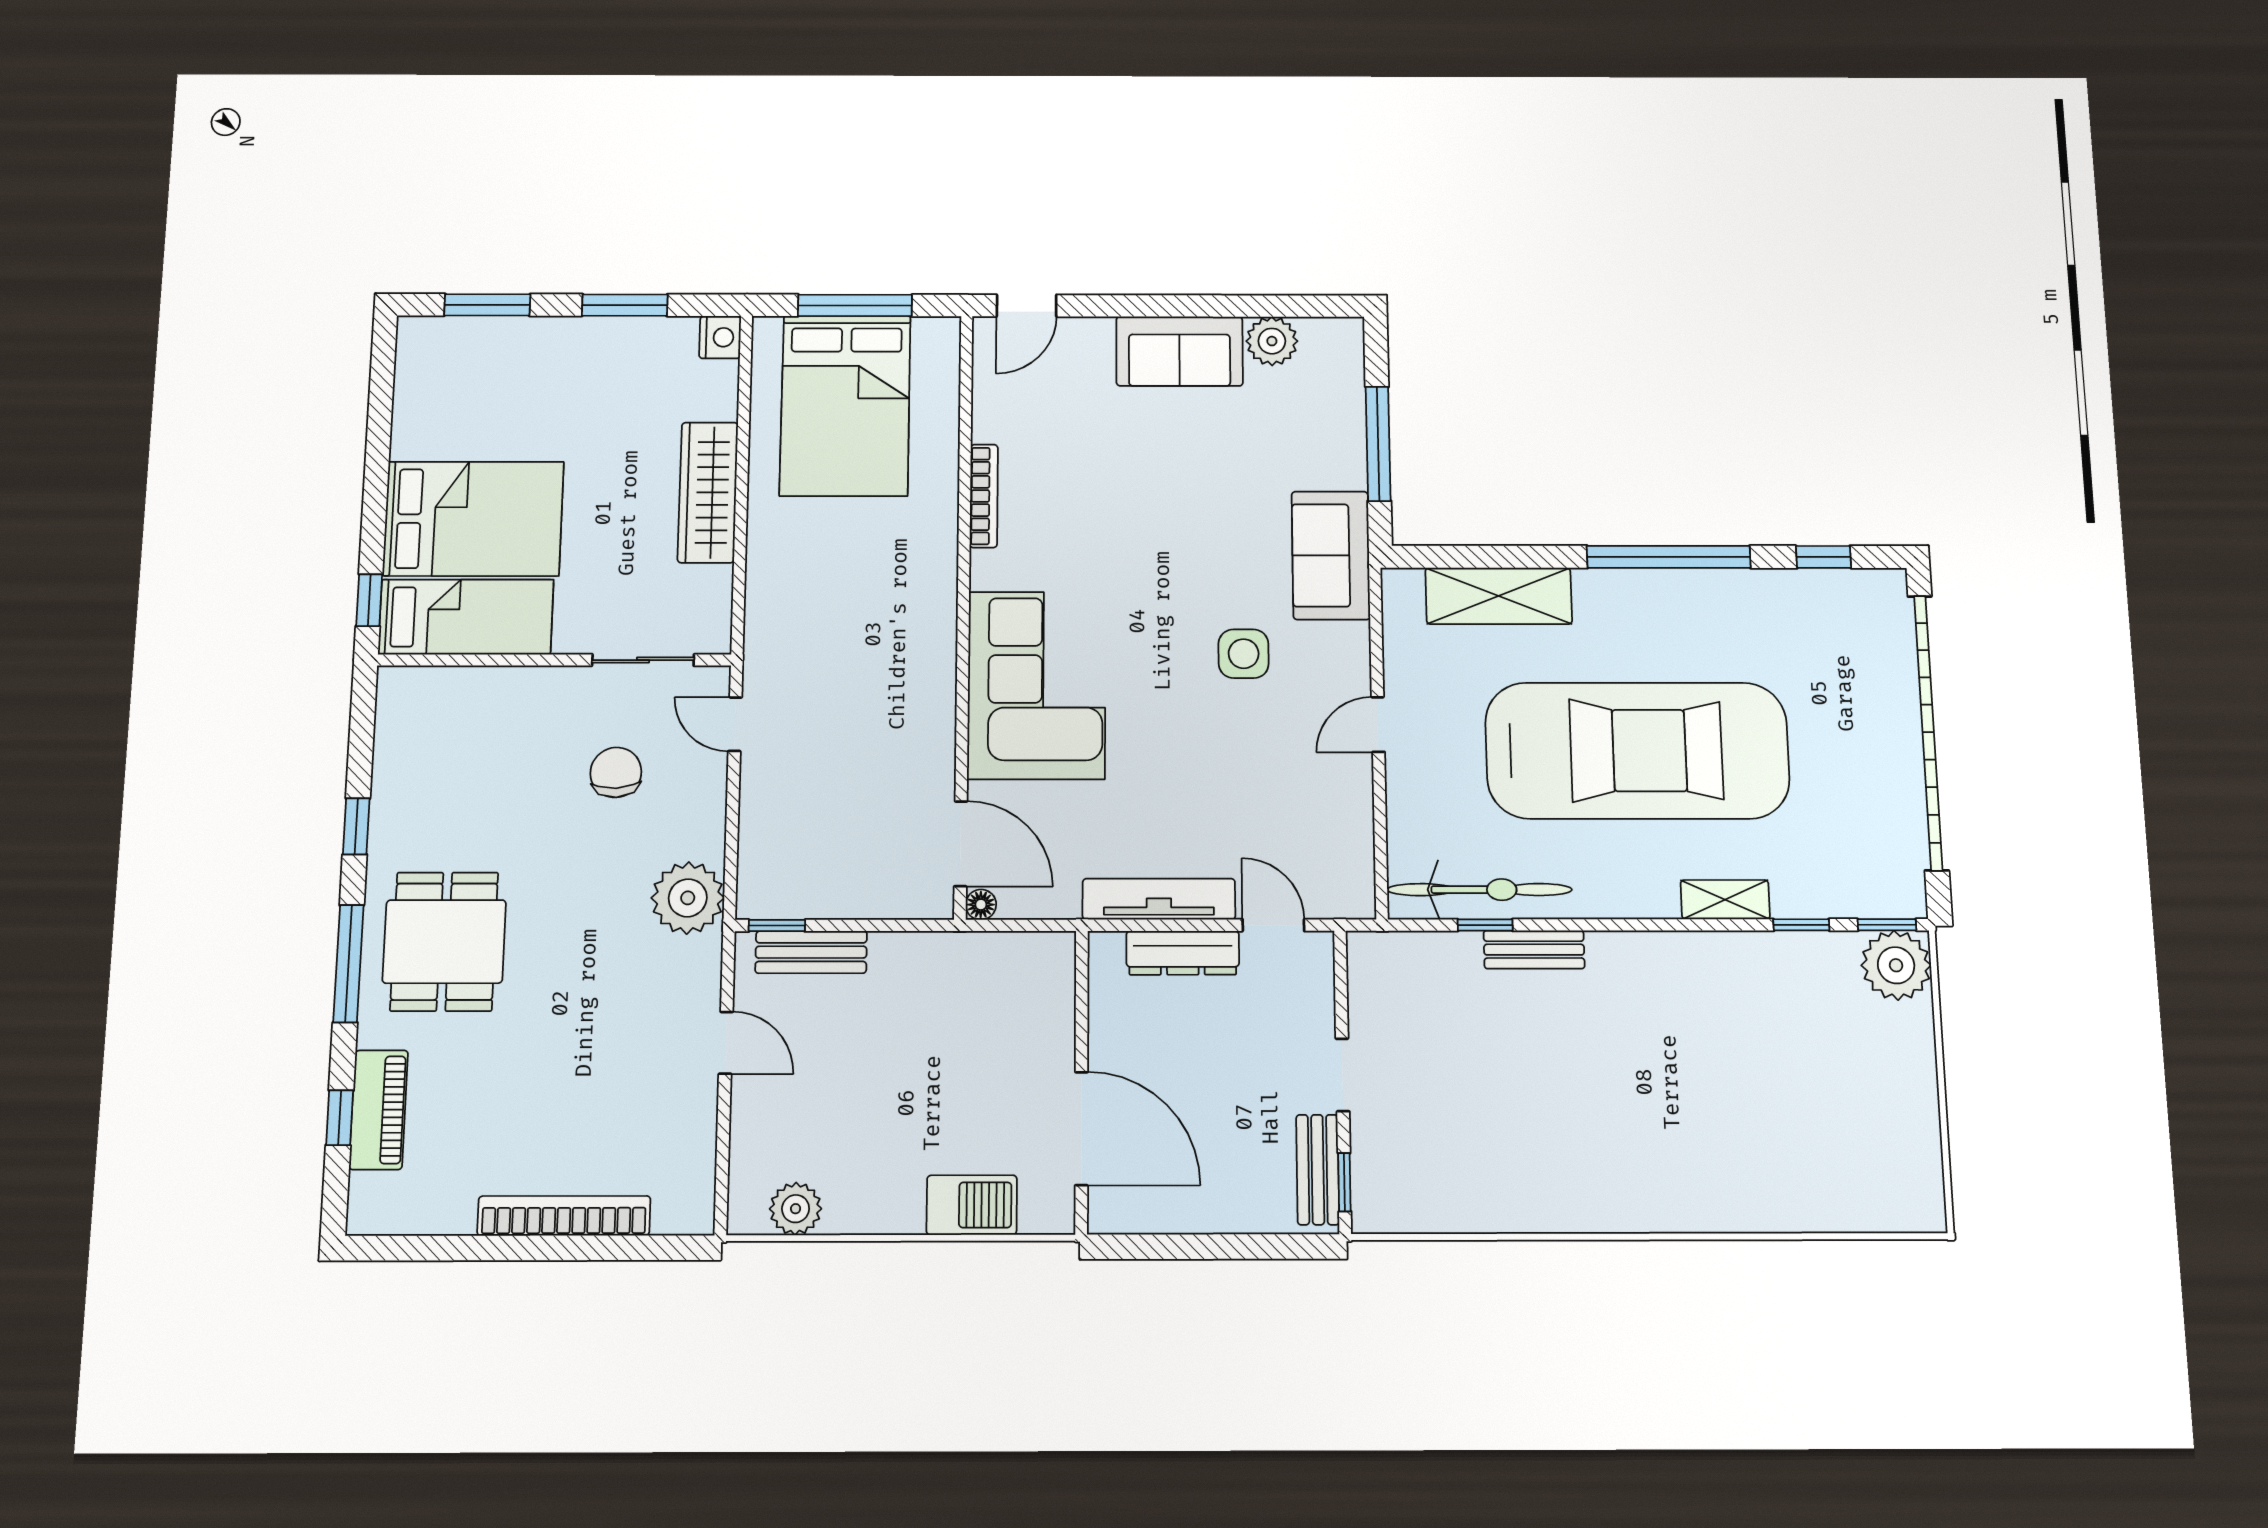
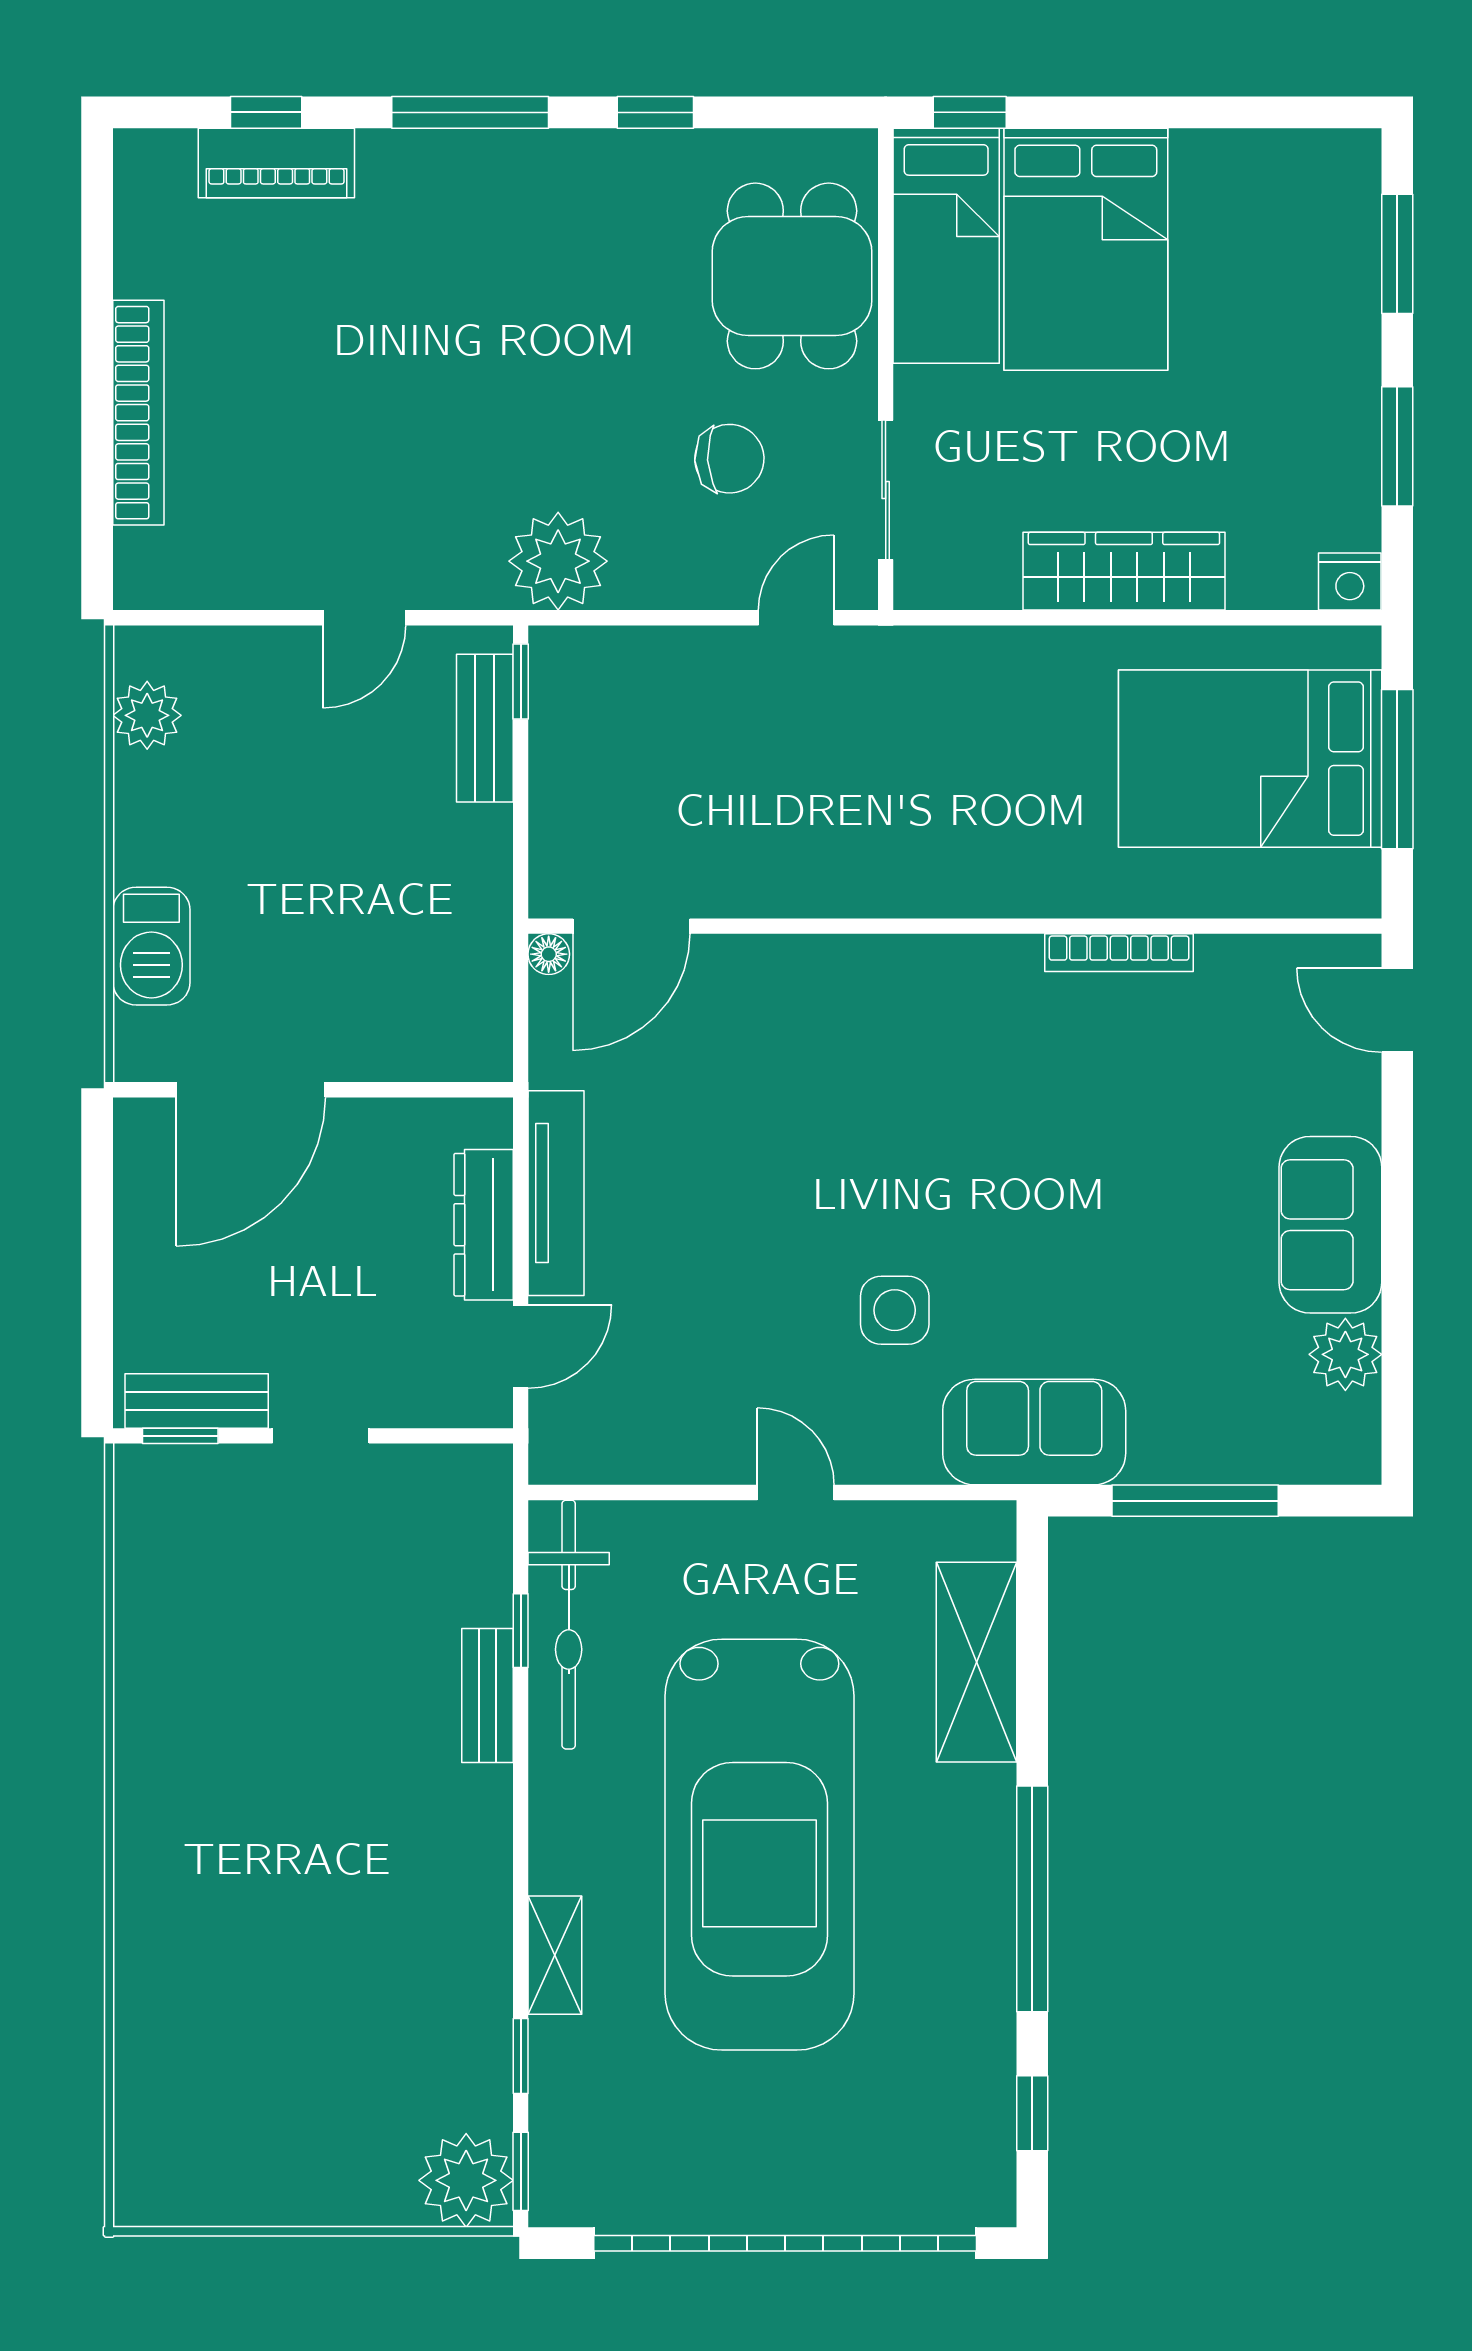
corner sofa: (1037, 685) -> (851, 1027), removed
dining table: (444, 942) -> (792, 276), moved, turned 90

